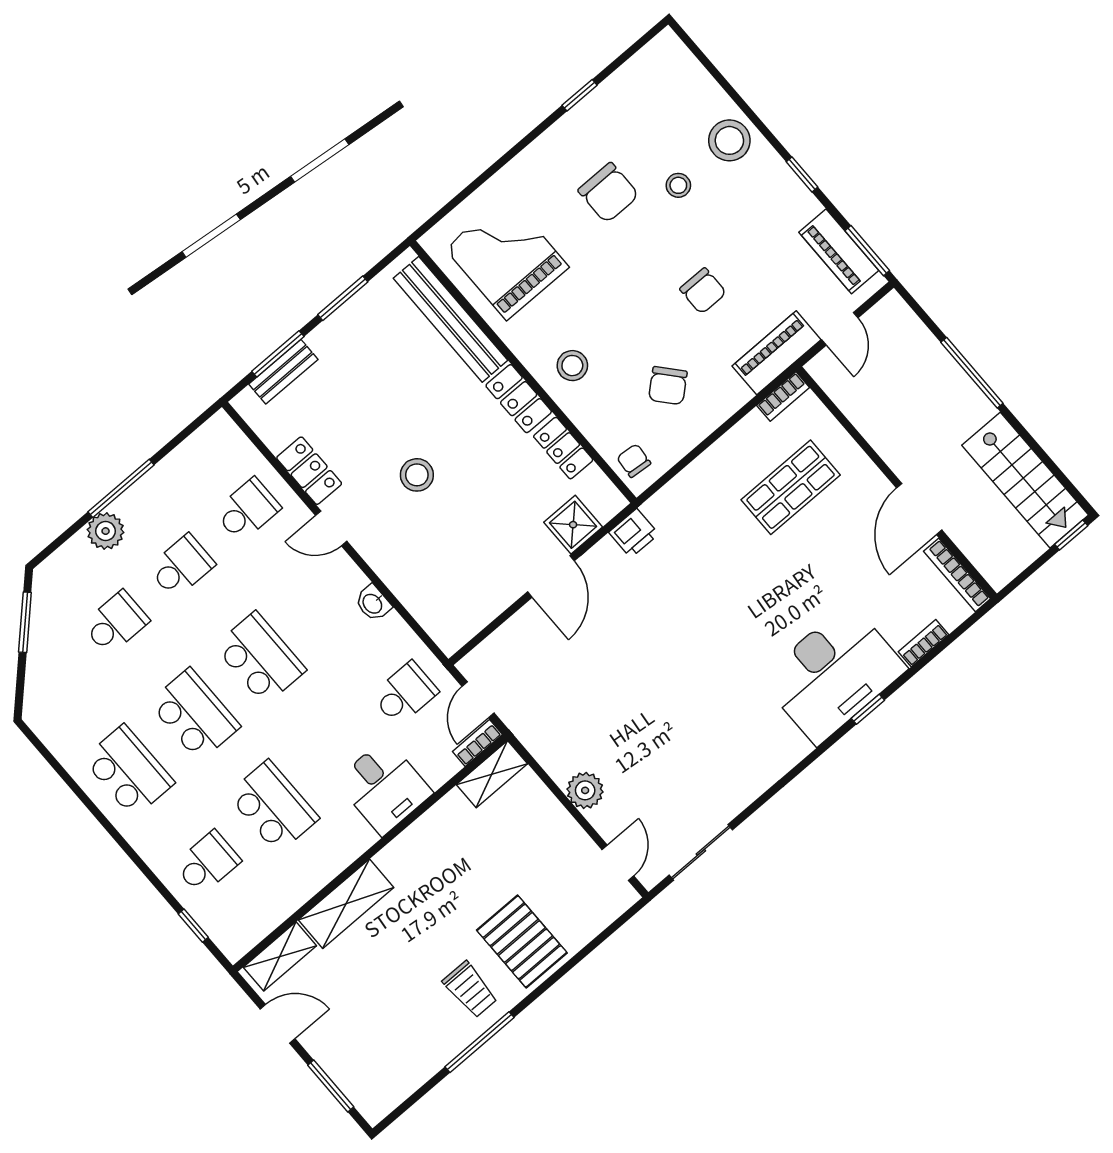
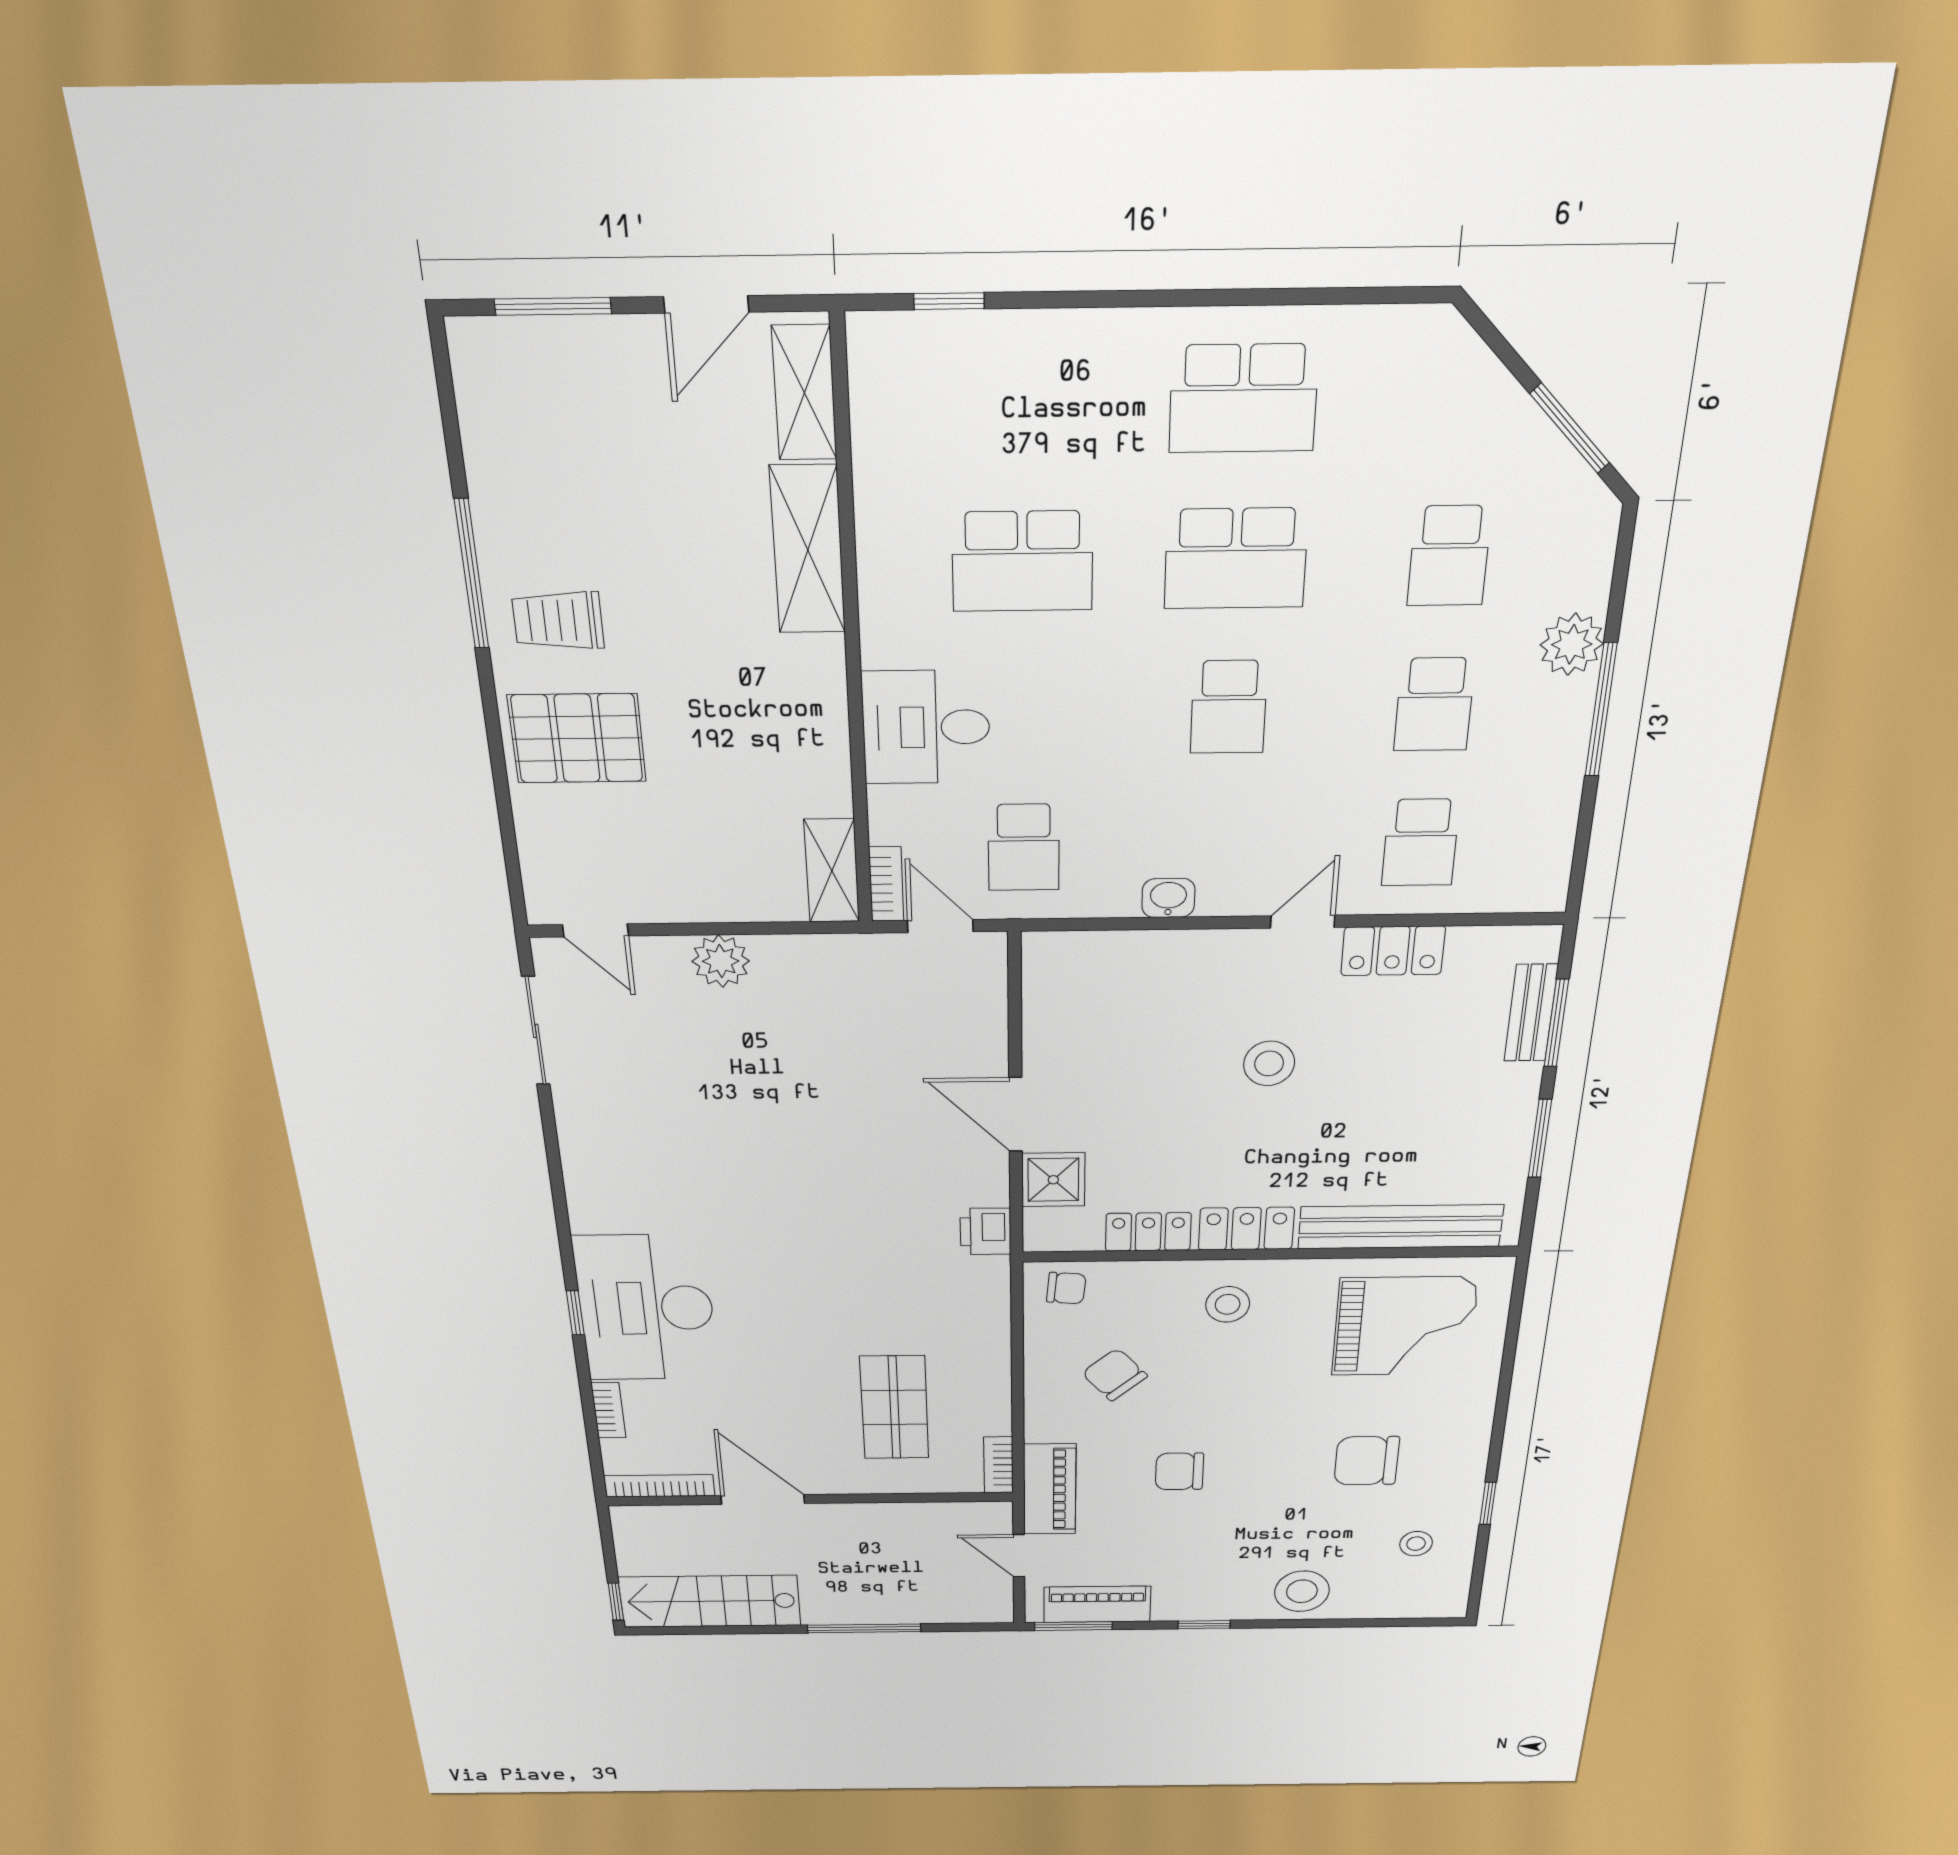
stool: (678, 185) -> (1416, 1544), moved
school desk: (260, 658) -> (1229, 707), width x0.54
school desk: (207, 863) -> (1022, 401), removed

